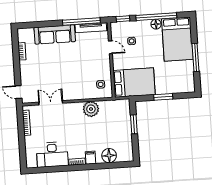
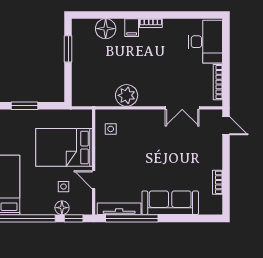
floor lamp: (156, 24) -> (62, 208), moved
bed: (134, 83) -> (64, 147), moved
window: (134, 124) -> (68, 49), moved
desk: (52, 154) -> (206, 42), moved, turned 90

